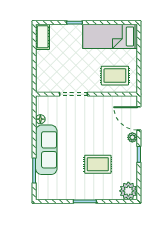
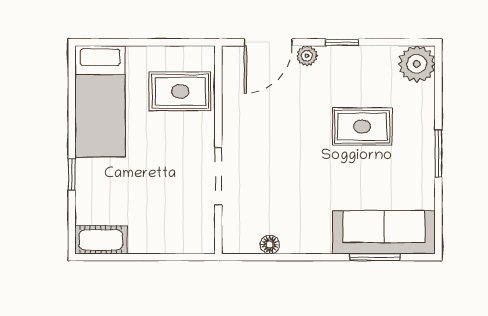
rug: (115, 76) -> (180, 91), turned 90
sofa: (46, 150) -> (384, 232), moved
rug: (98, 164) -> (362, 127), turned 90

